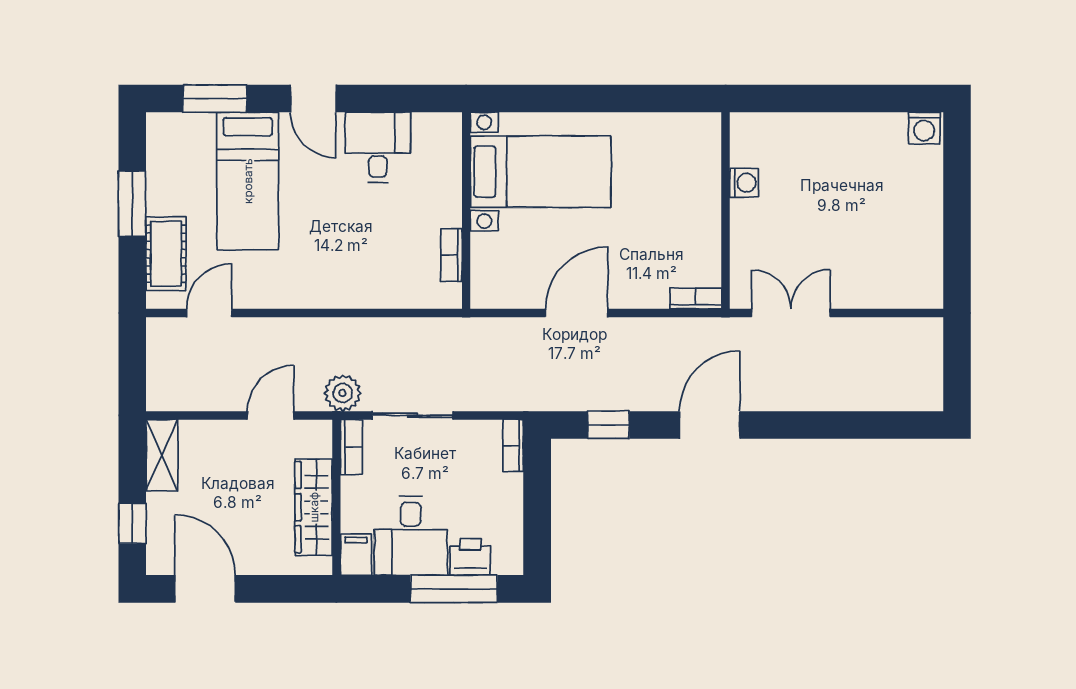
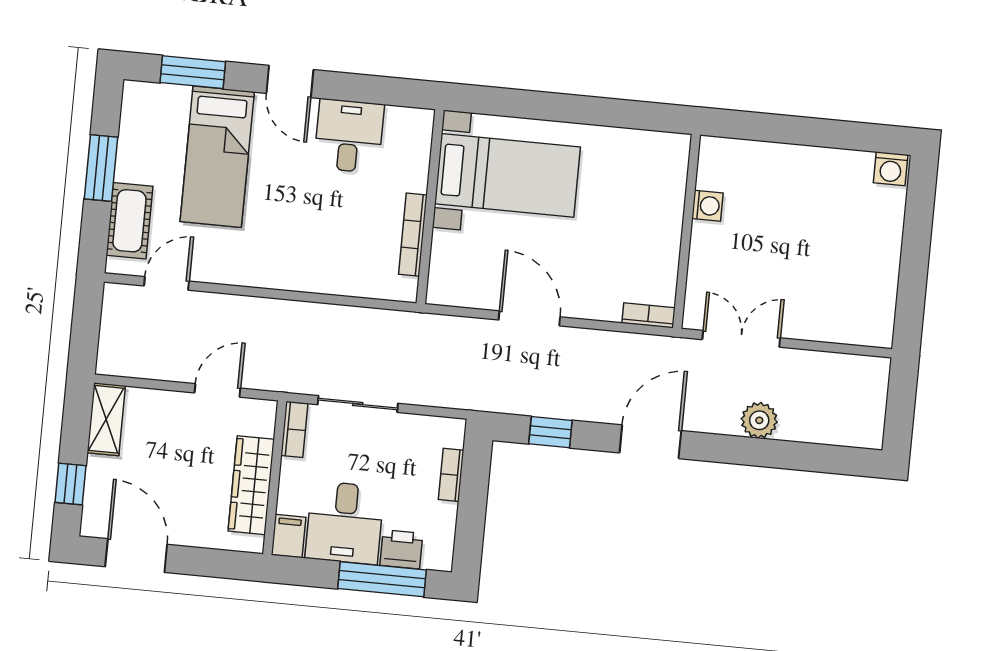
bookcase: (451, 255) -> (413, 235), width x1.56
door: (576, 313) -> (529, 318), hinge flipped
plant: (343, 393) -> (759, 420), moved
bookcase: (513, 446) -> (451, 475), moved

